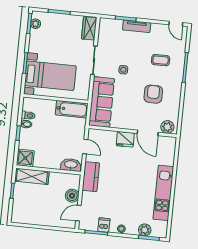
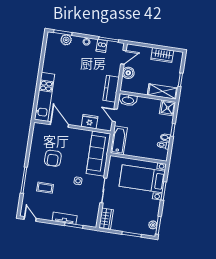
bathtub: (72, 109) -> (119, 140), moved, turned 90
plant: (167, 127) -> (42, 129), removed
fridge: (125, 139) -> (90, 121), moved
kitchen unit: (163, 193) -> (44, 97), moved
wardrobe: (34, 218) -> (162, 55), added

